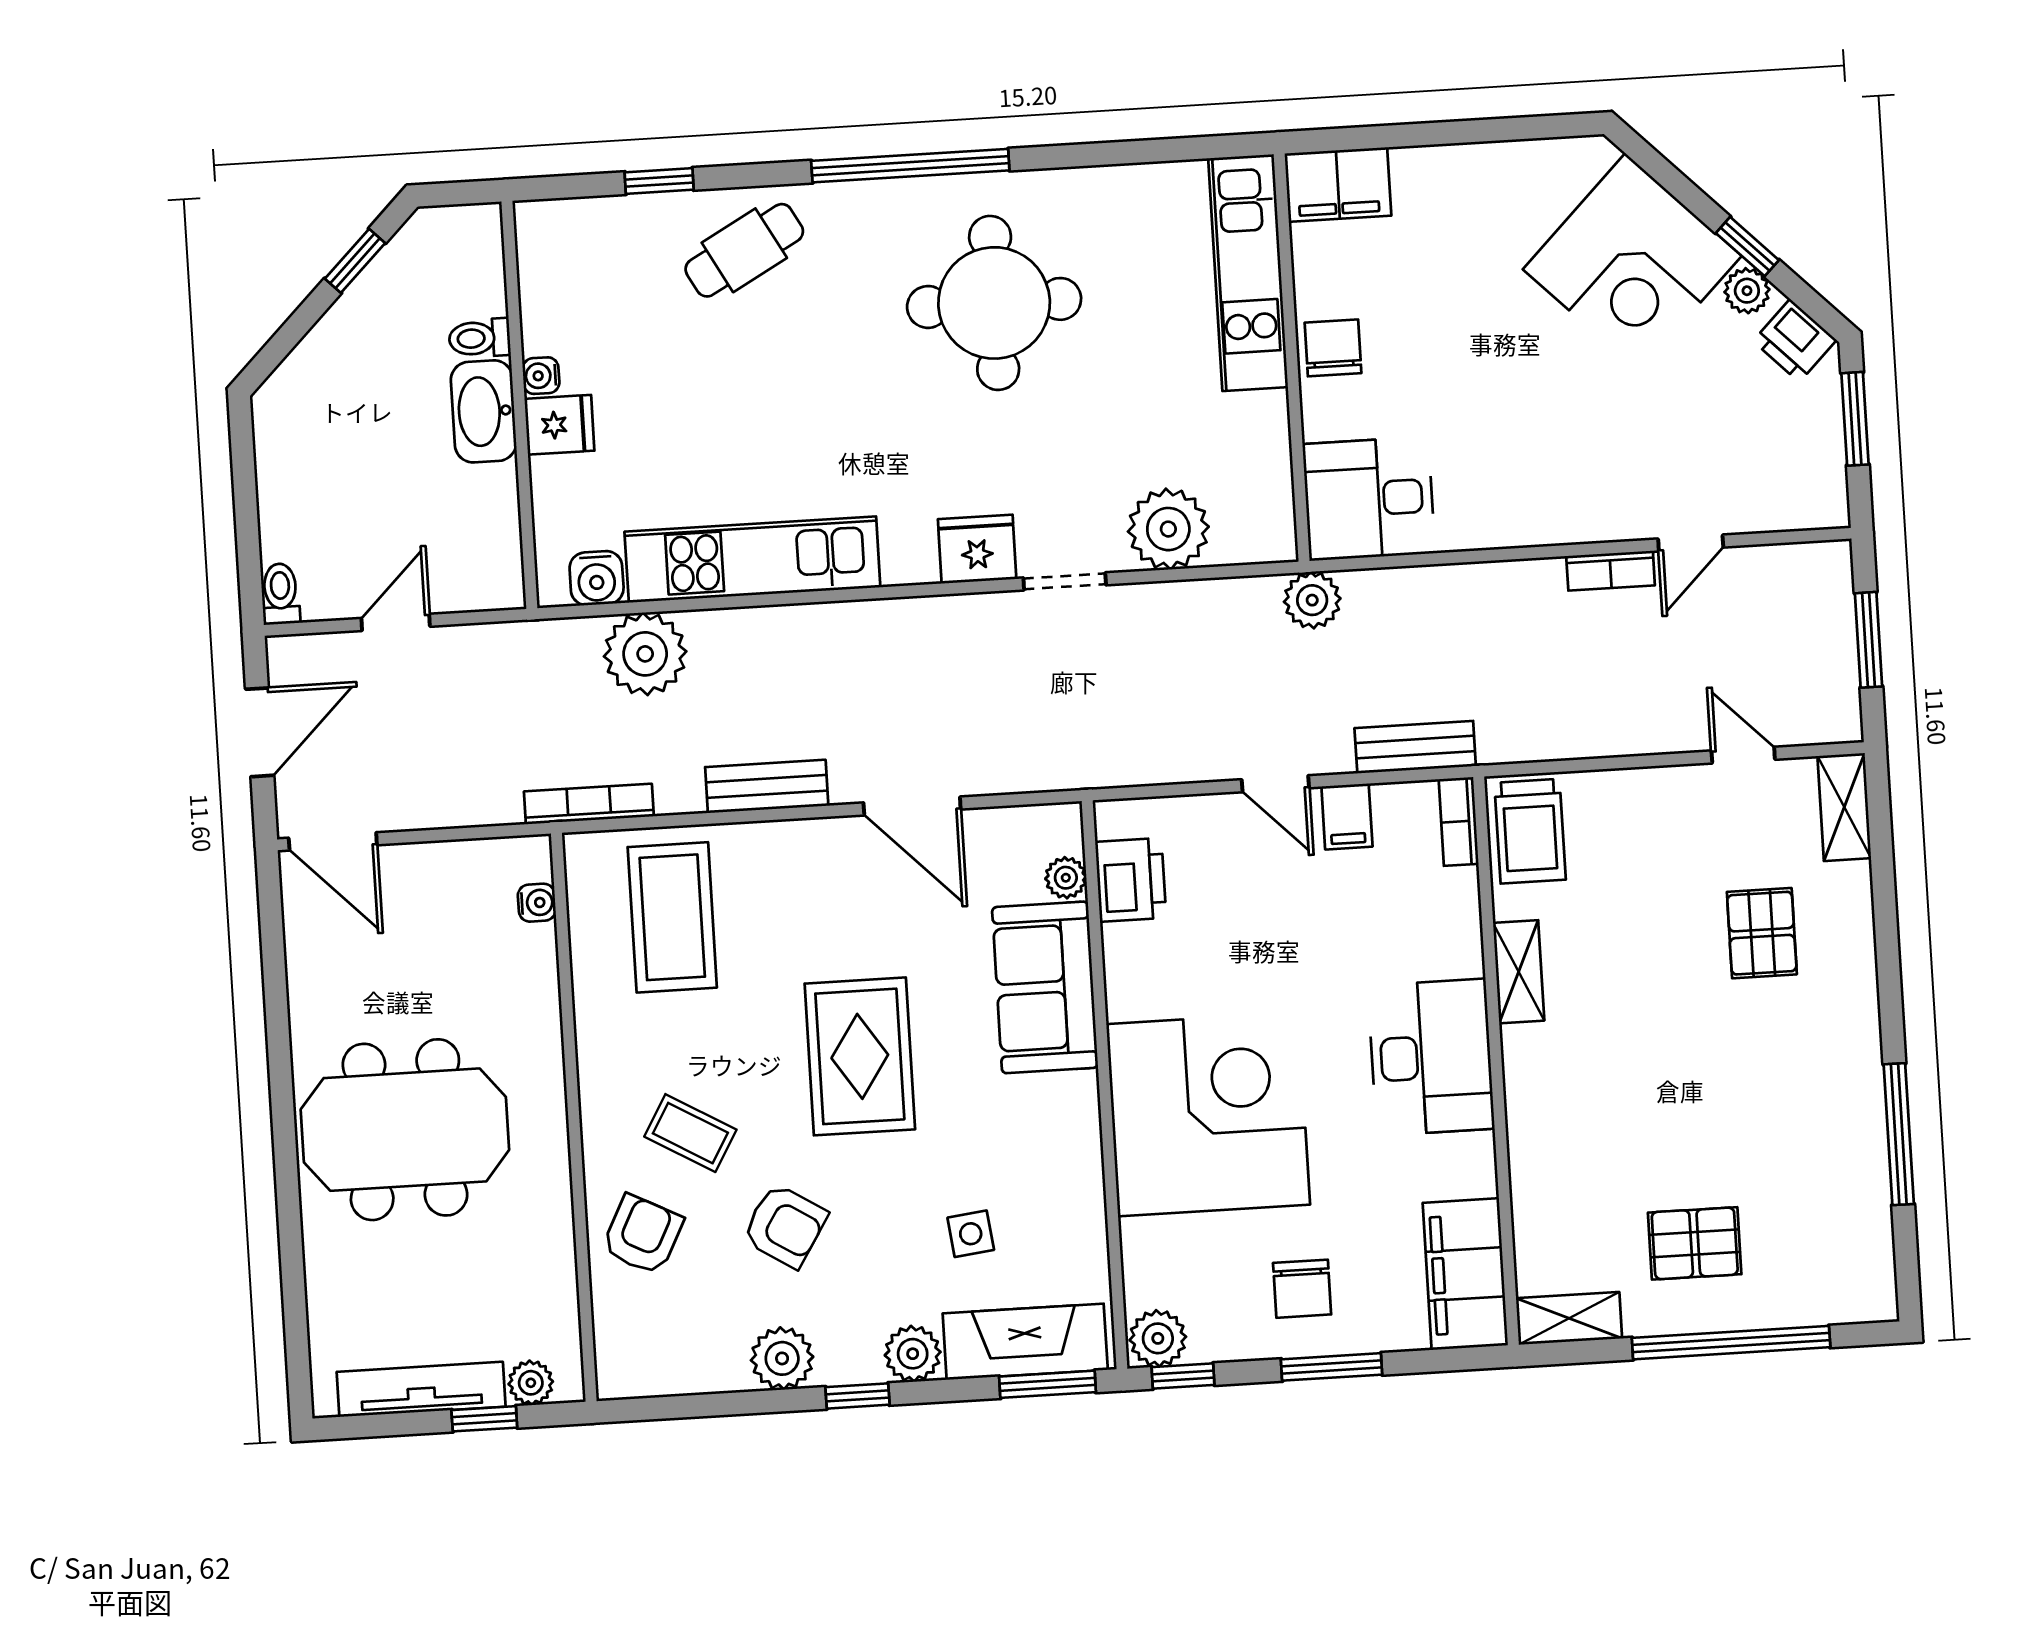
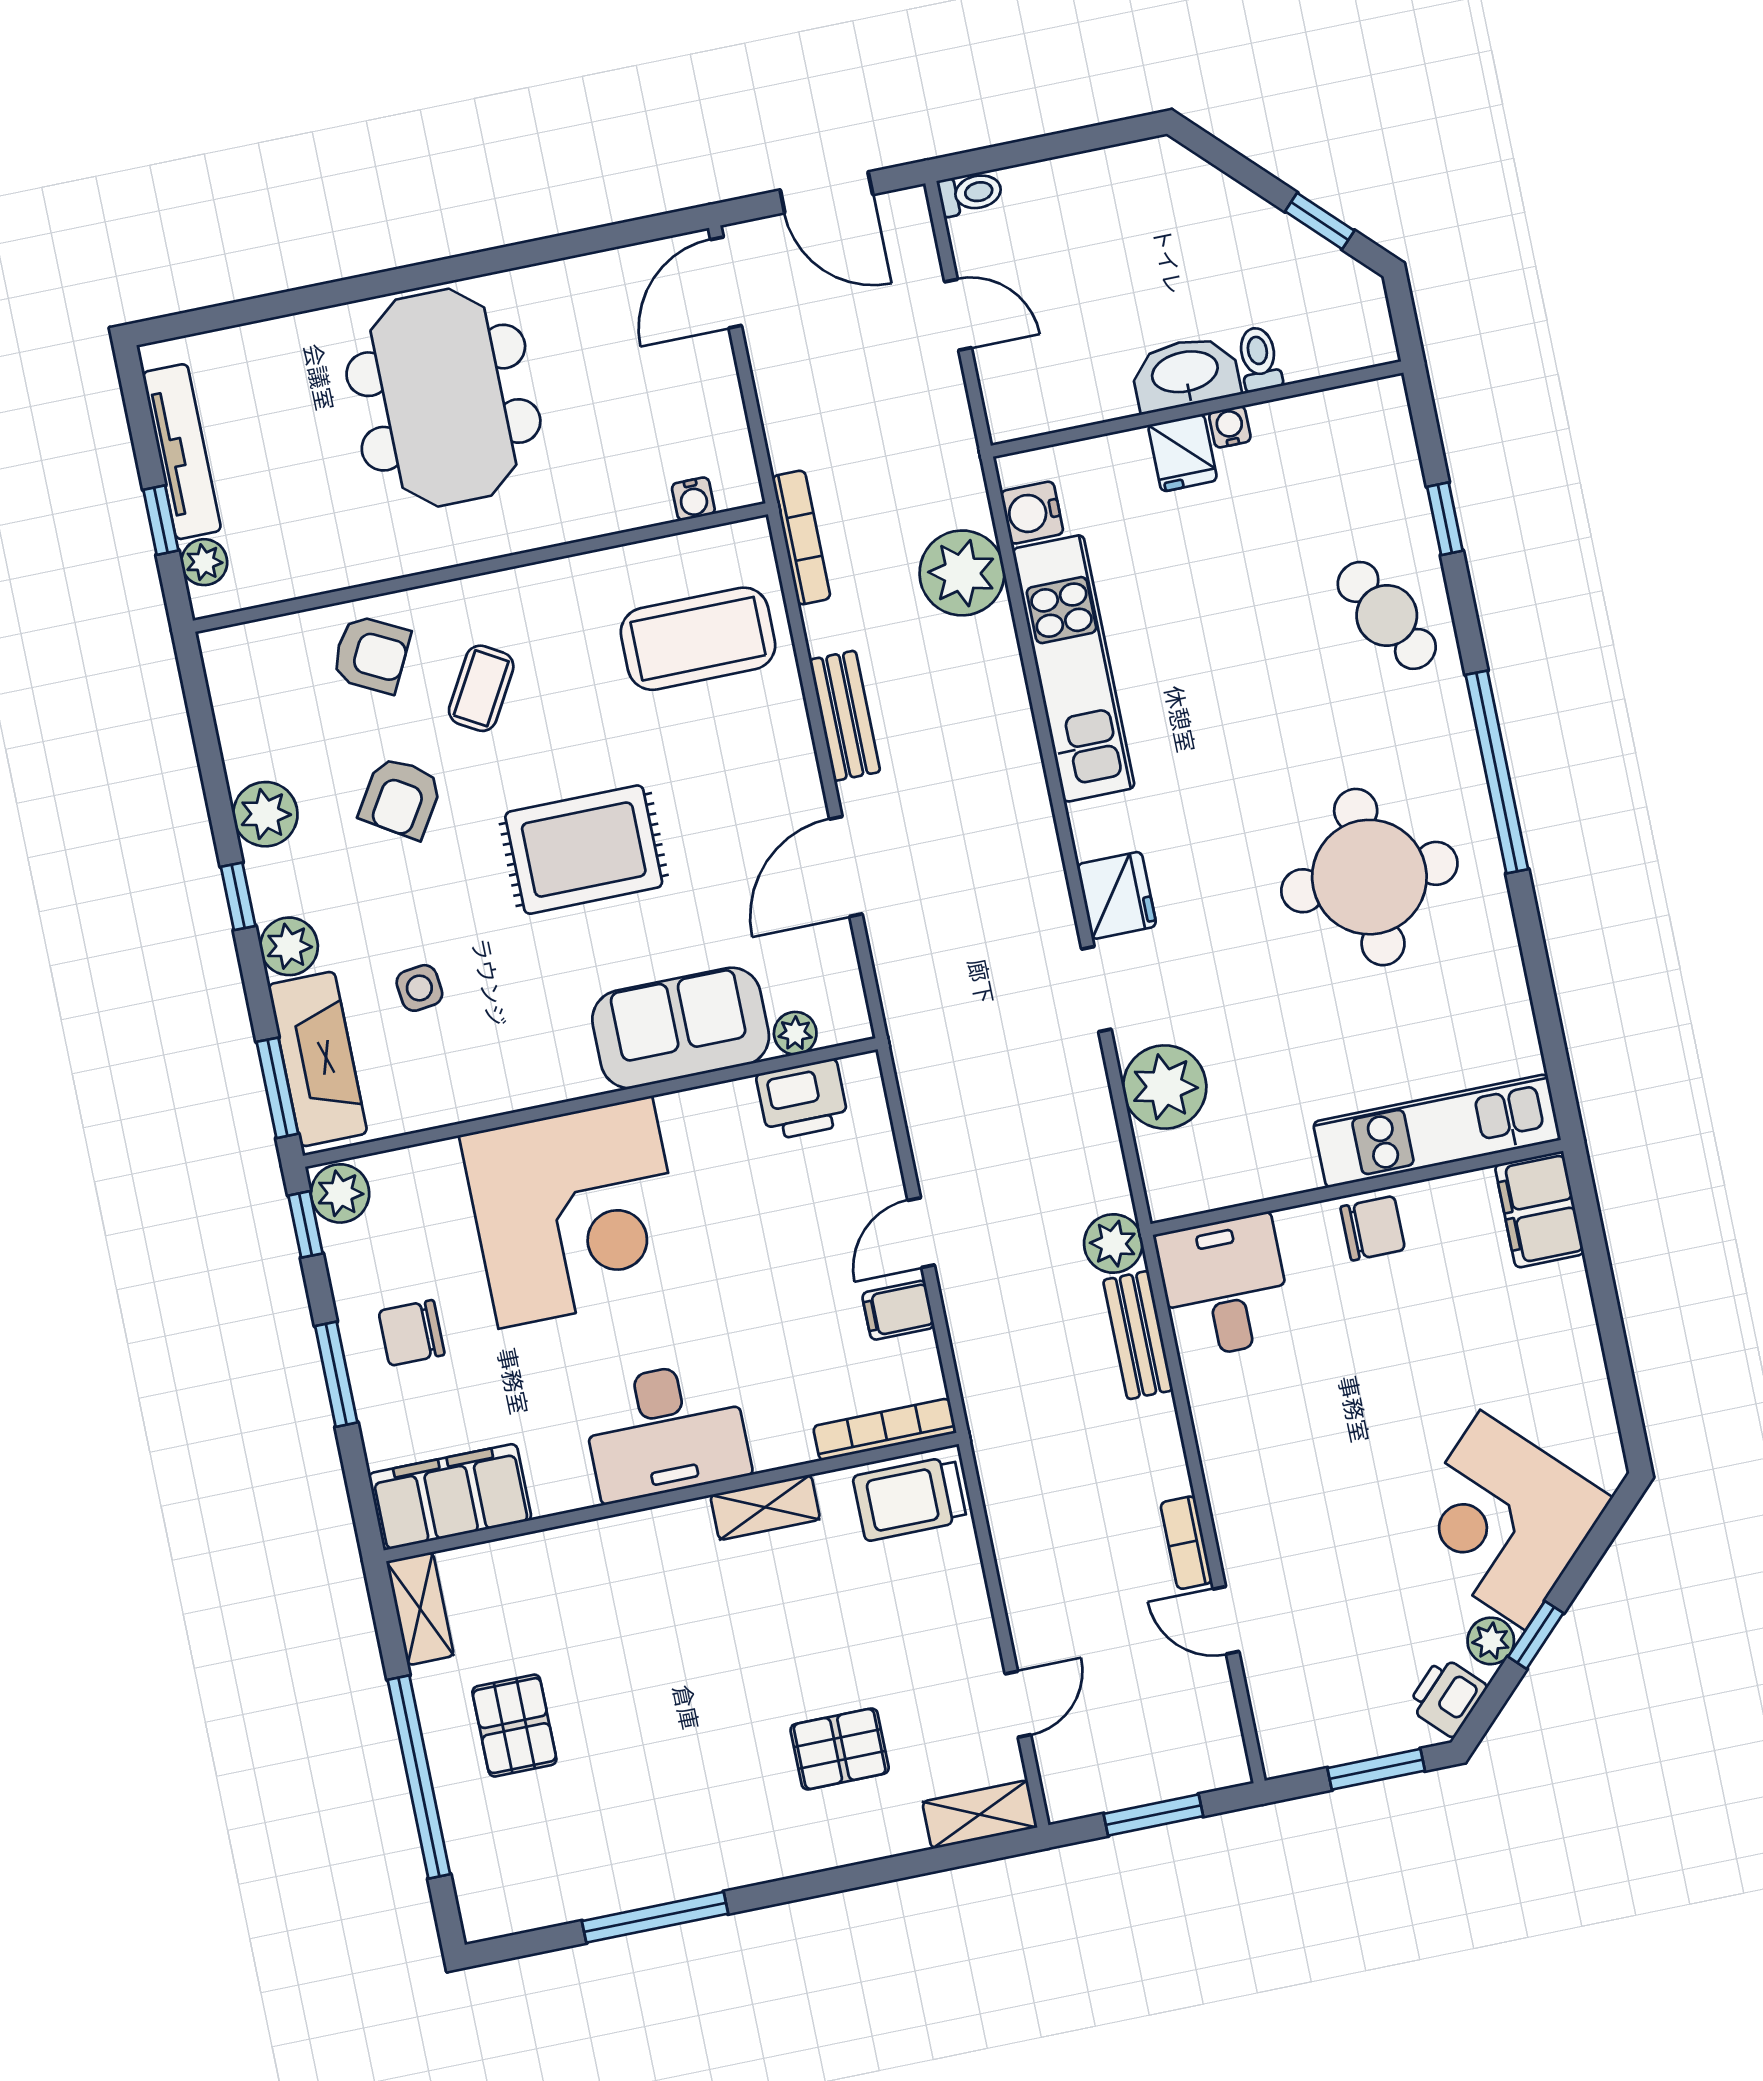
bench: (1415, 747) -> (1138, 1335), moved
bookcase: (1459, 822) -> (885, 1429), width x1.56

